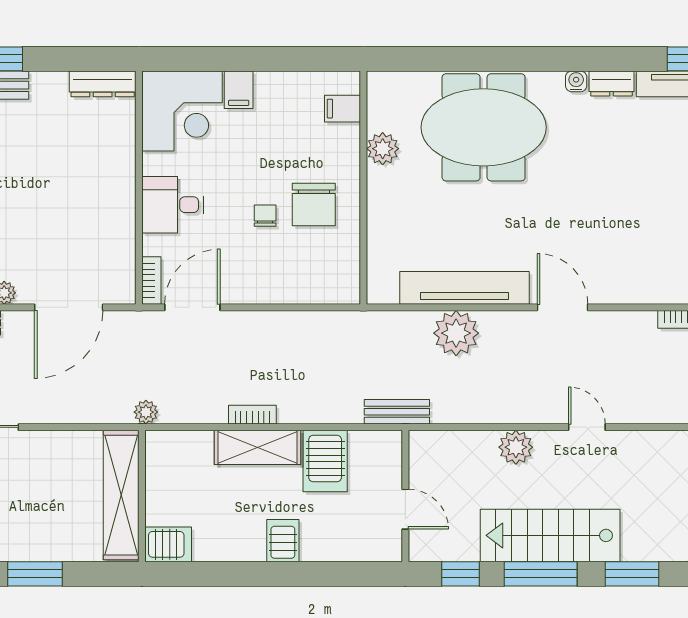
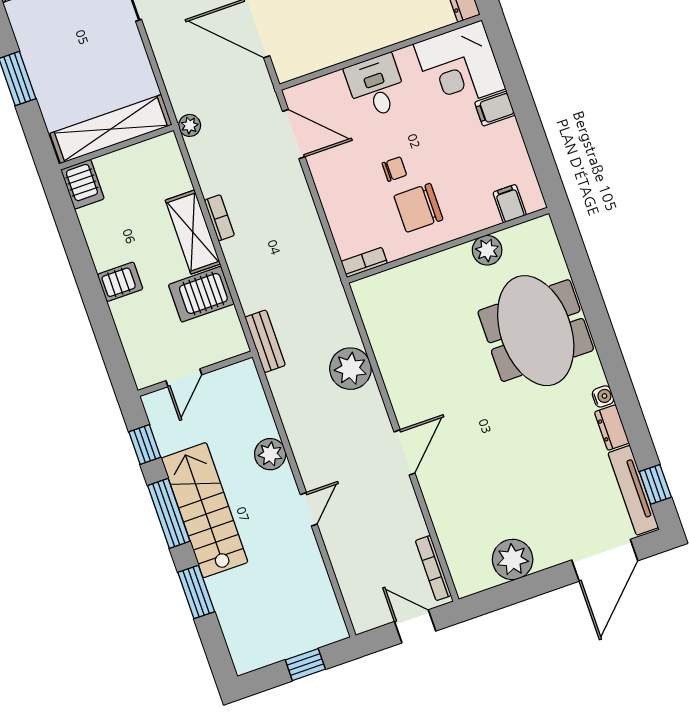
bookcase: (151, 281) -> (364, 262), moved, turned 180
tv unit: (464, 288) -> (392, 362), removed

